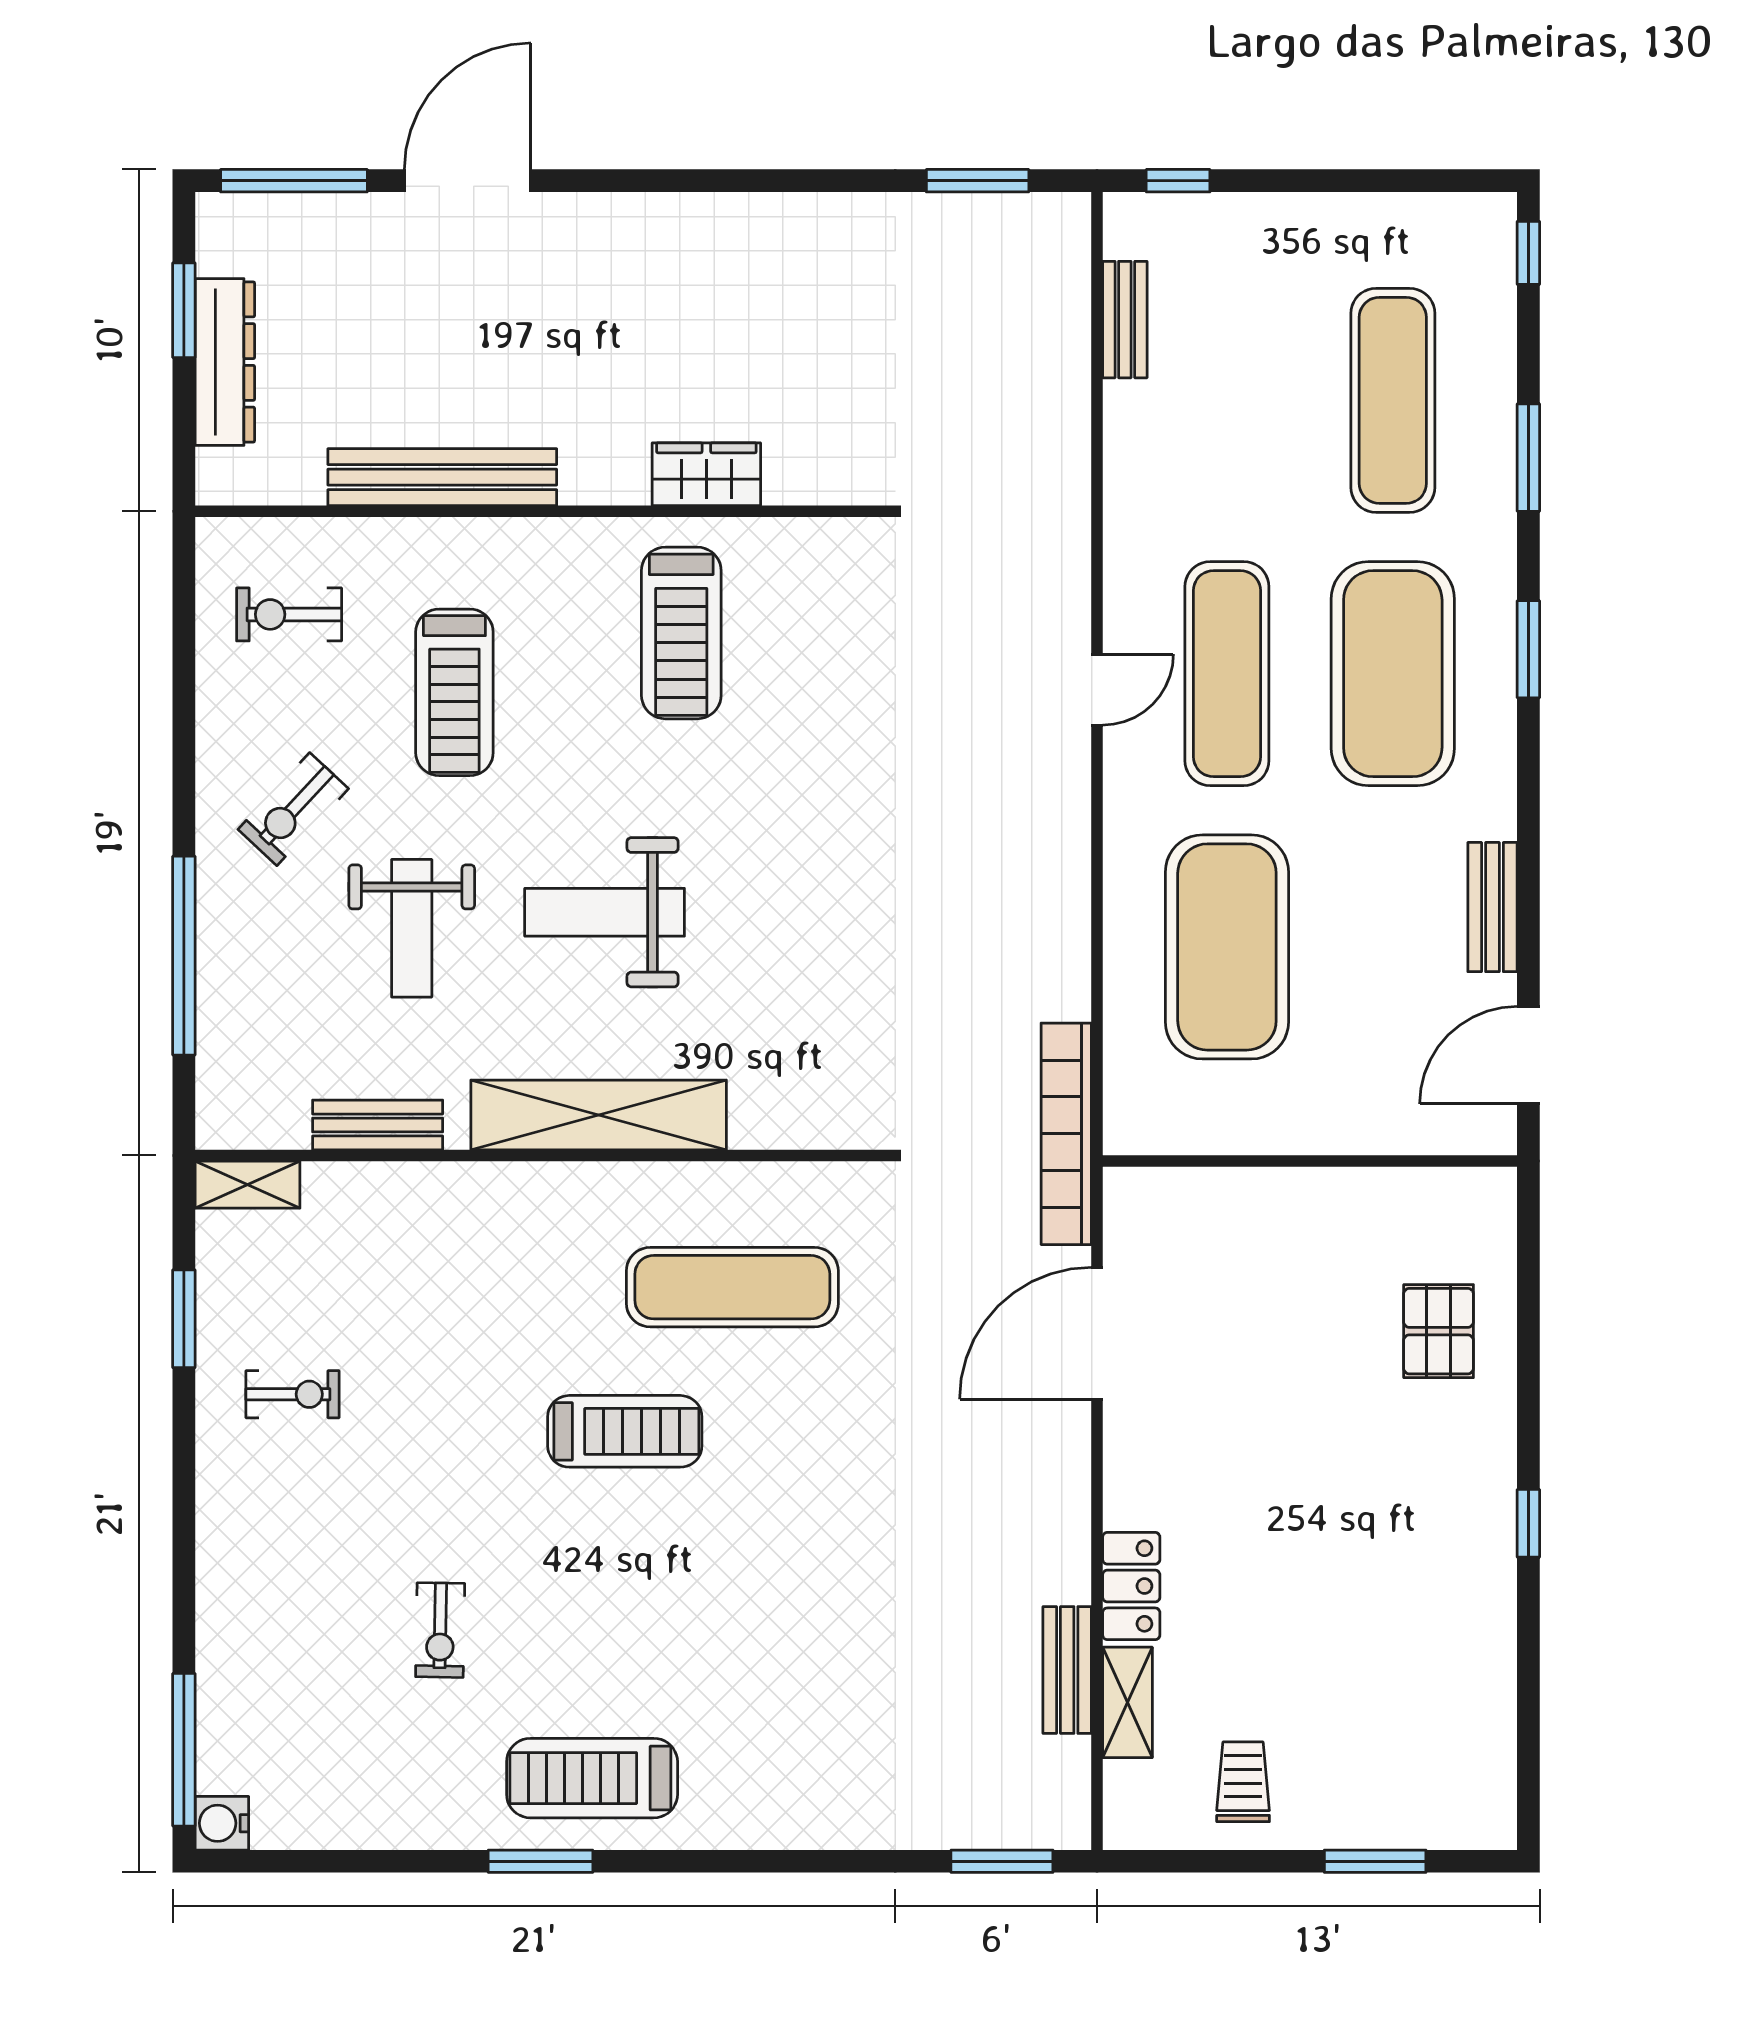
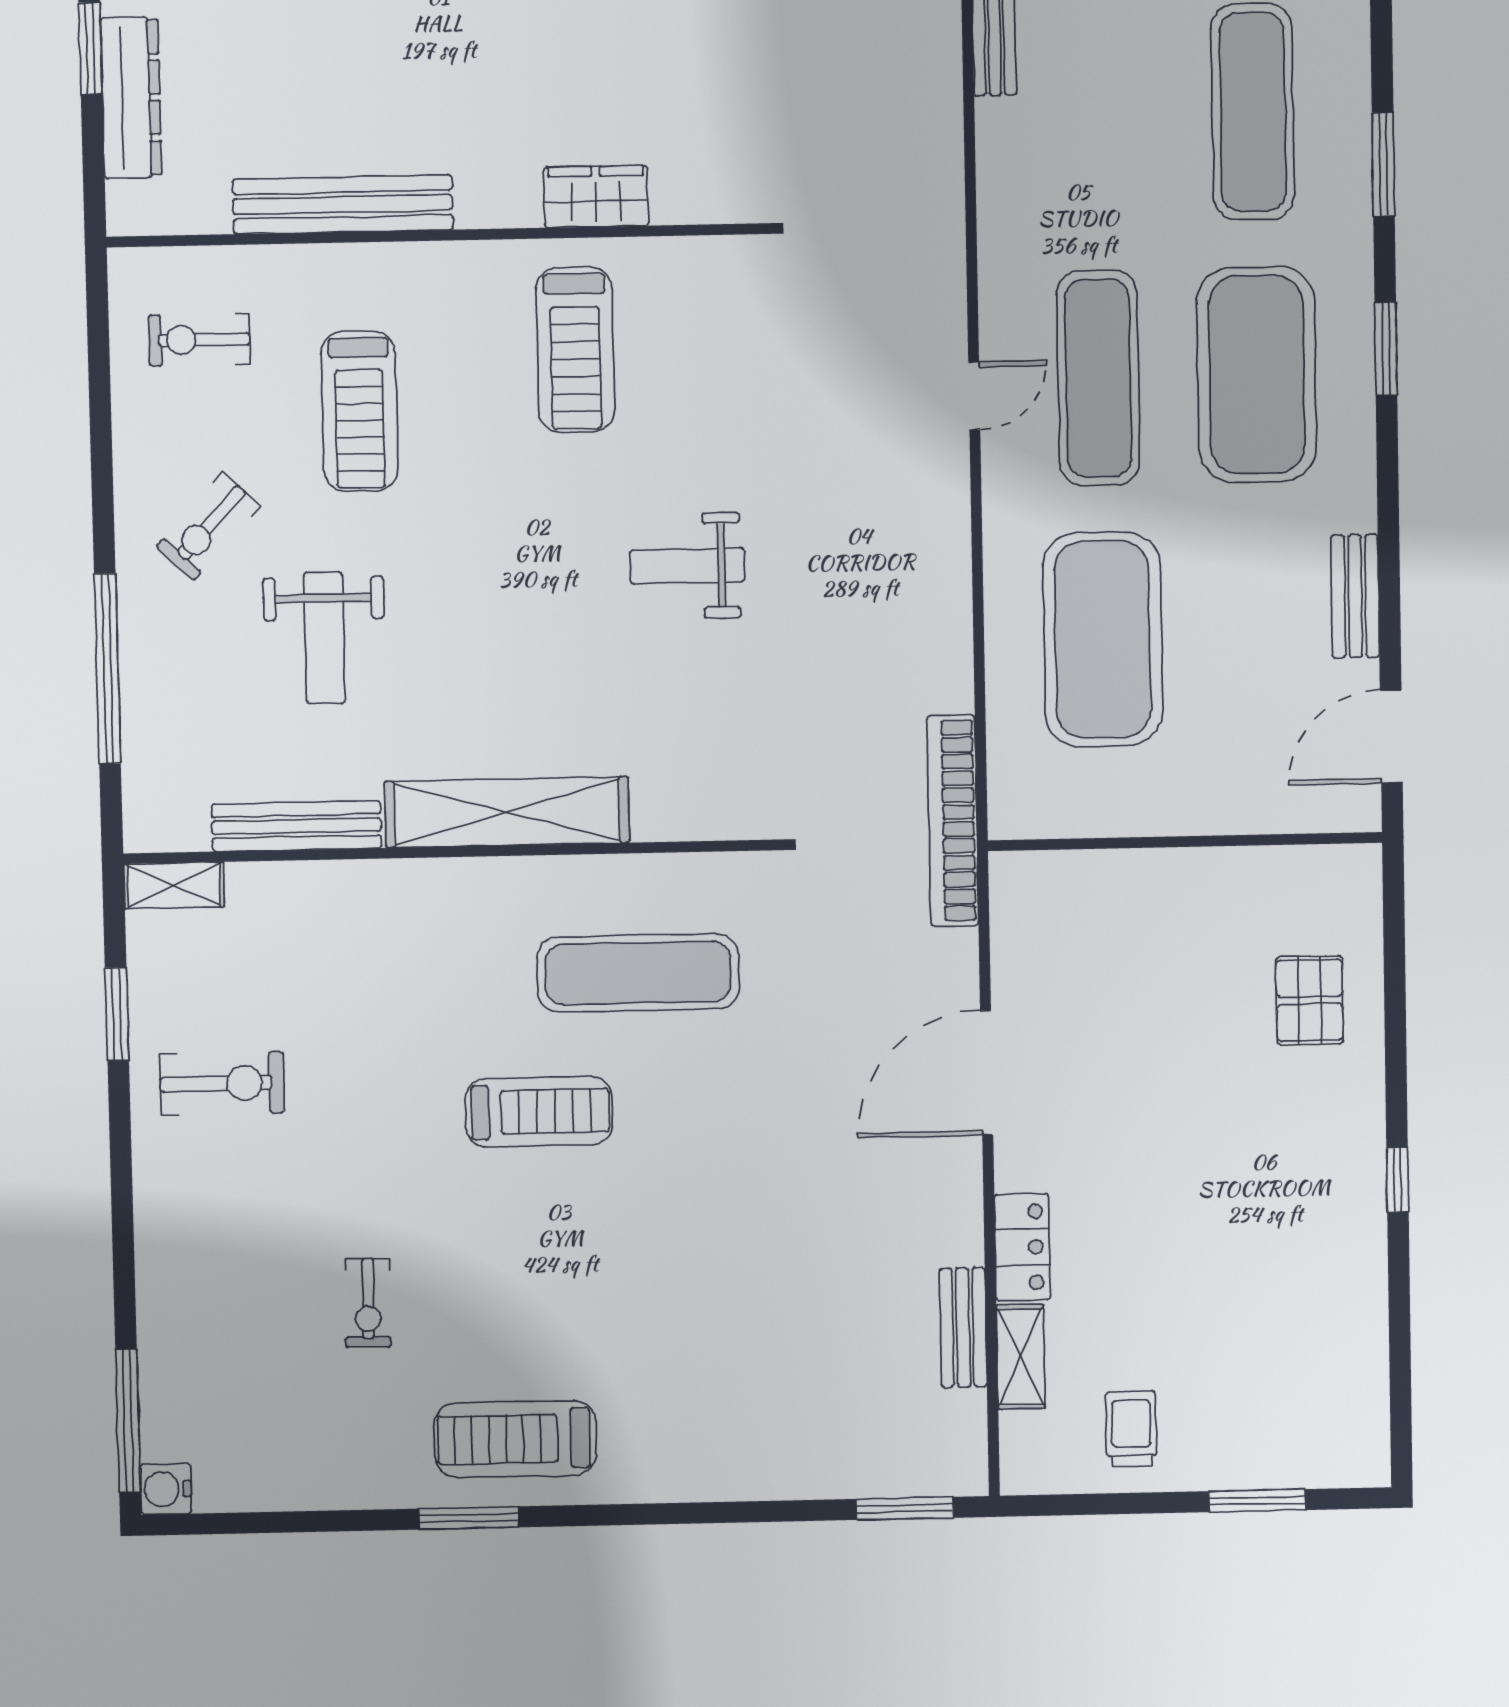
weight bench: (605, 912) -> (687, 566), moved, width x0.73, depth x0.75
bench: (378, 1125) -> (297, 826), width x1.36
door: (1097, 1333) -> (987, 1073), moved
exercise bike: (293, 1394) -> (222, 1083), width x1.38, depth x1.39

